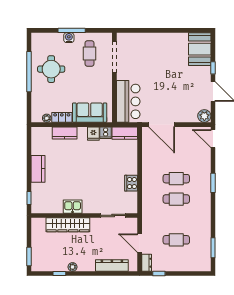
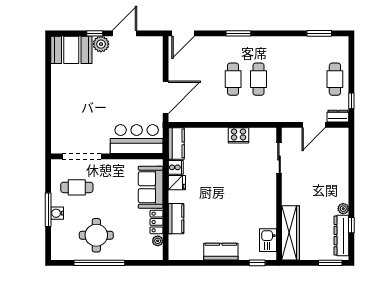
plant: (204, 116) -> (101, 44), moved
kitchen sink: (73, 207) -> (268, 240), moved
wardrobe: (68, 225) -> (291, 233), moved
cafe table: (176, 240) -> (335, 79), moved
dresser: (112, 265) -> (341, 236), moved

